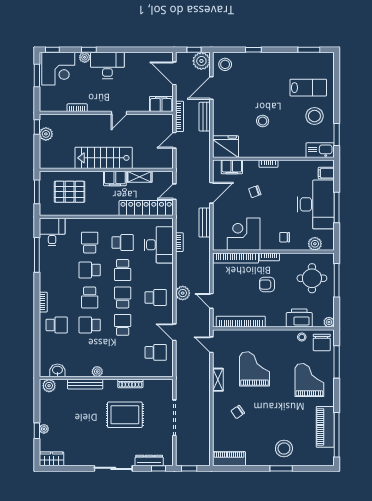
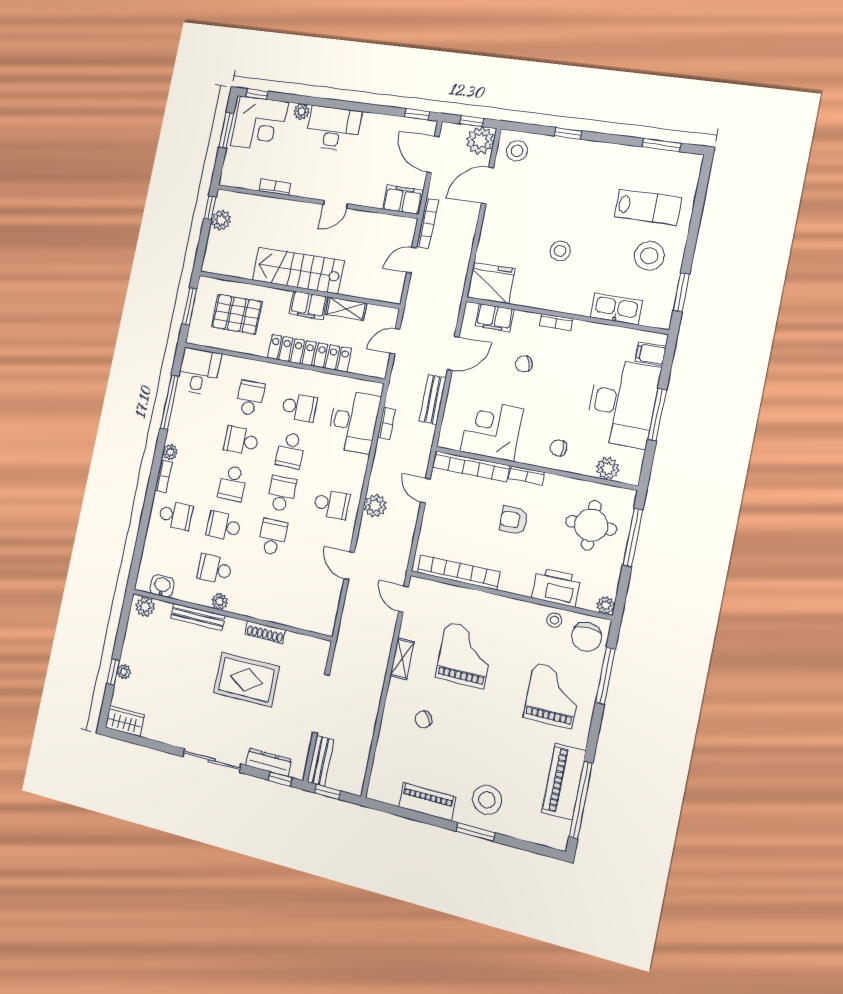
window: (89, 50) -> (417, 114), moved
bench: (205, 117) -> (320, 761), moved
kitchen sink: (320, 150) -> (616, 309), moved
locker: (146, 208) -> (309, 353), moved
plant: (44, 286) -> (170, 452), added
door: (211, 301) -> (426, 491), moved
school desk: (156, 352) -> (215, 569), moved, turned 180
piano: (229, 459) -> (427, 802), moved

